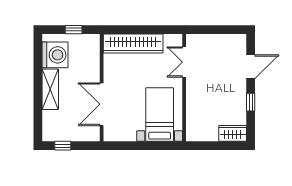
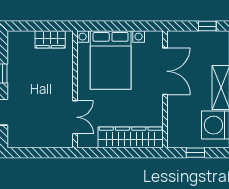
bed with nightstands: (160, 114) -> (111, 60), width x1.36
wardrobe: (233, 133) -> (50, 39), moved

